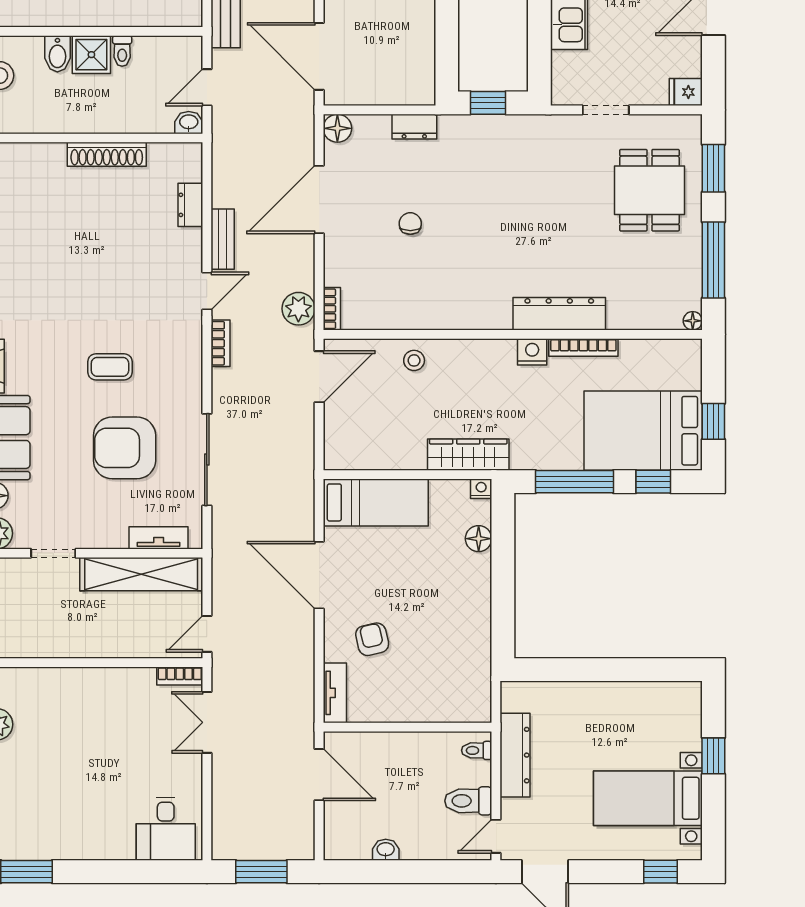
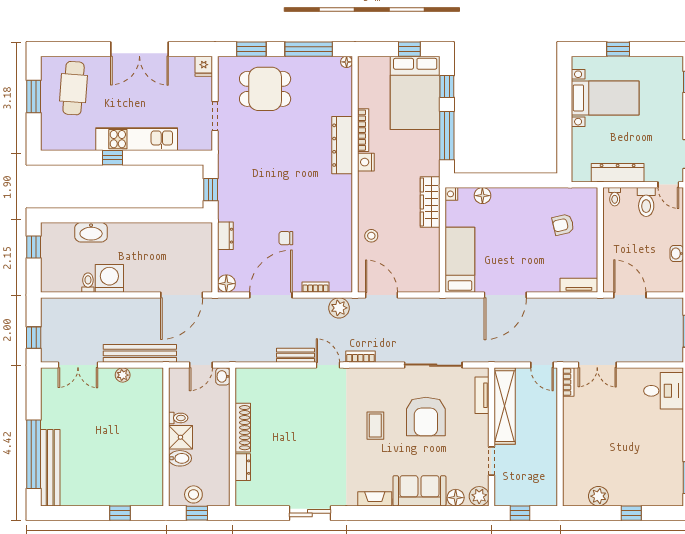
door: (207, 87) -> (201, 365), hinge flipped
door: (319, 200) -> (271, 295), swing flipped
dresser: (190, 205) -> (243, 467), moved, turned -90
bookcase: (332, 309) -> (315, 287), moved
armchair: (372, 639) -> (563, 225), moved
door: (319, 775) -> (630, 295), hinge flipped
bed with nightstands: (648, 798) -> (605, 98), moved, turned -90

